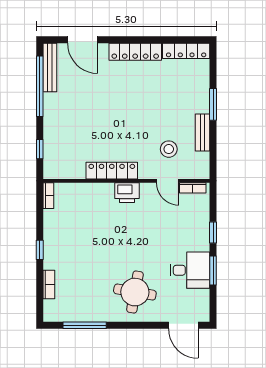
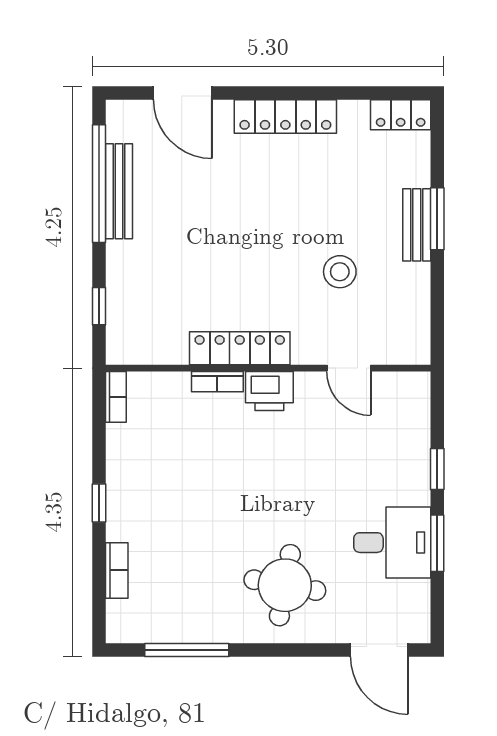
locker: (186, 51) -> (401, 115), width x0.66
bench: (50, 68) -> (119, 191), moved
bench: (203, 132) -> (417, 225), moved
stool: (169, 149) -> (340, 272), moved
bookcase: (193, 188) -> (217, 382), moved

